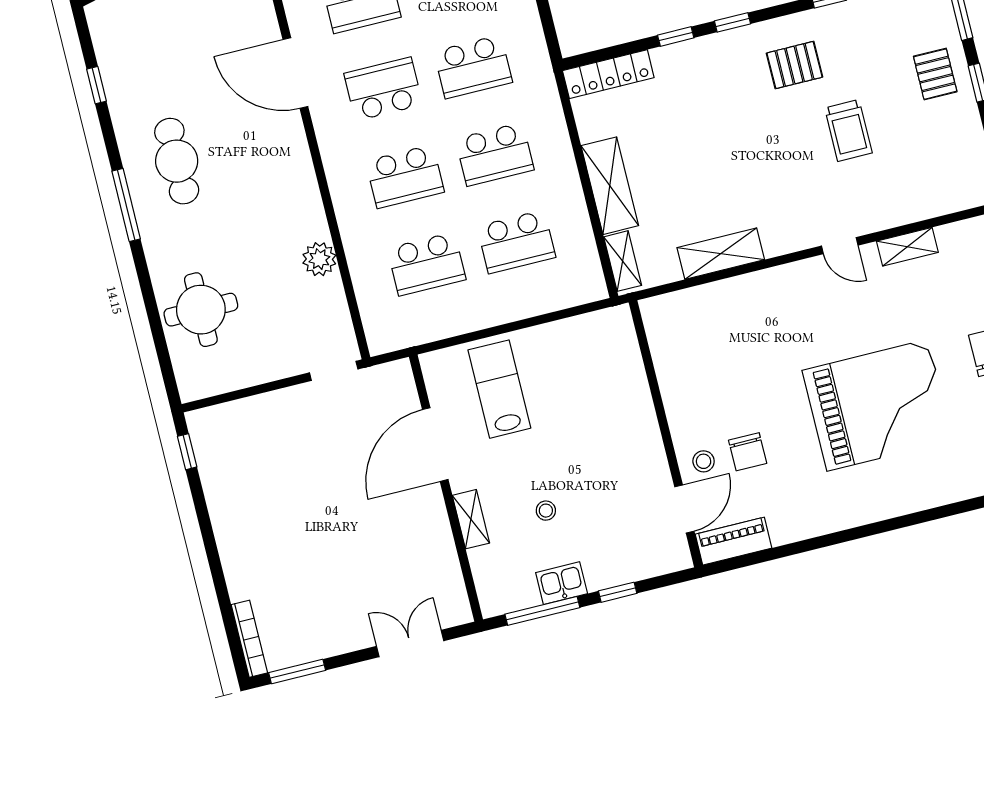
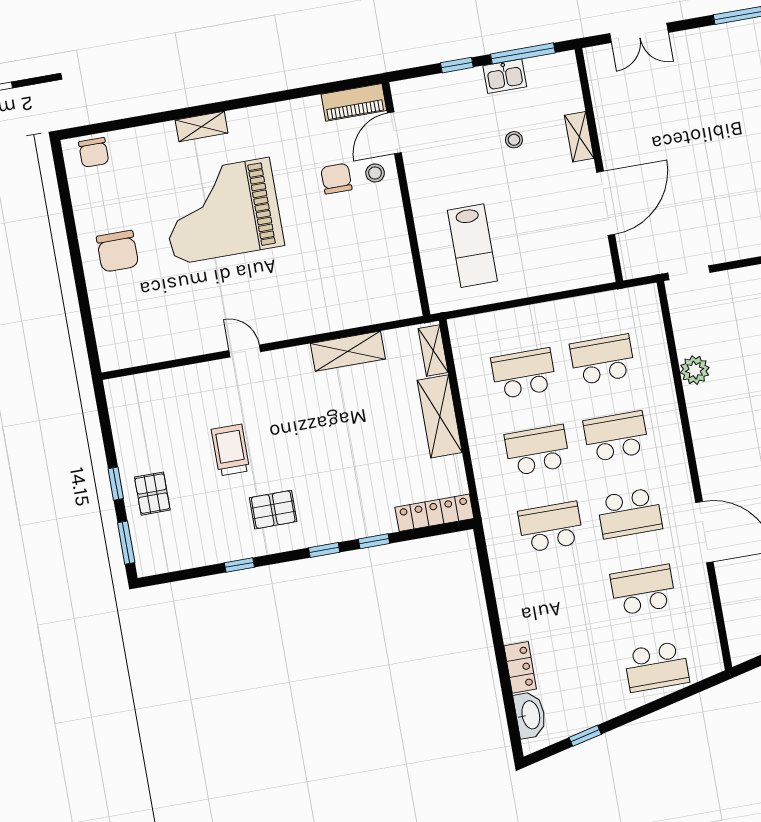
shelving: (907, 247) -> (202, 127), moved
lab bench: (499, 389) -> (472, 246), moved

